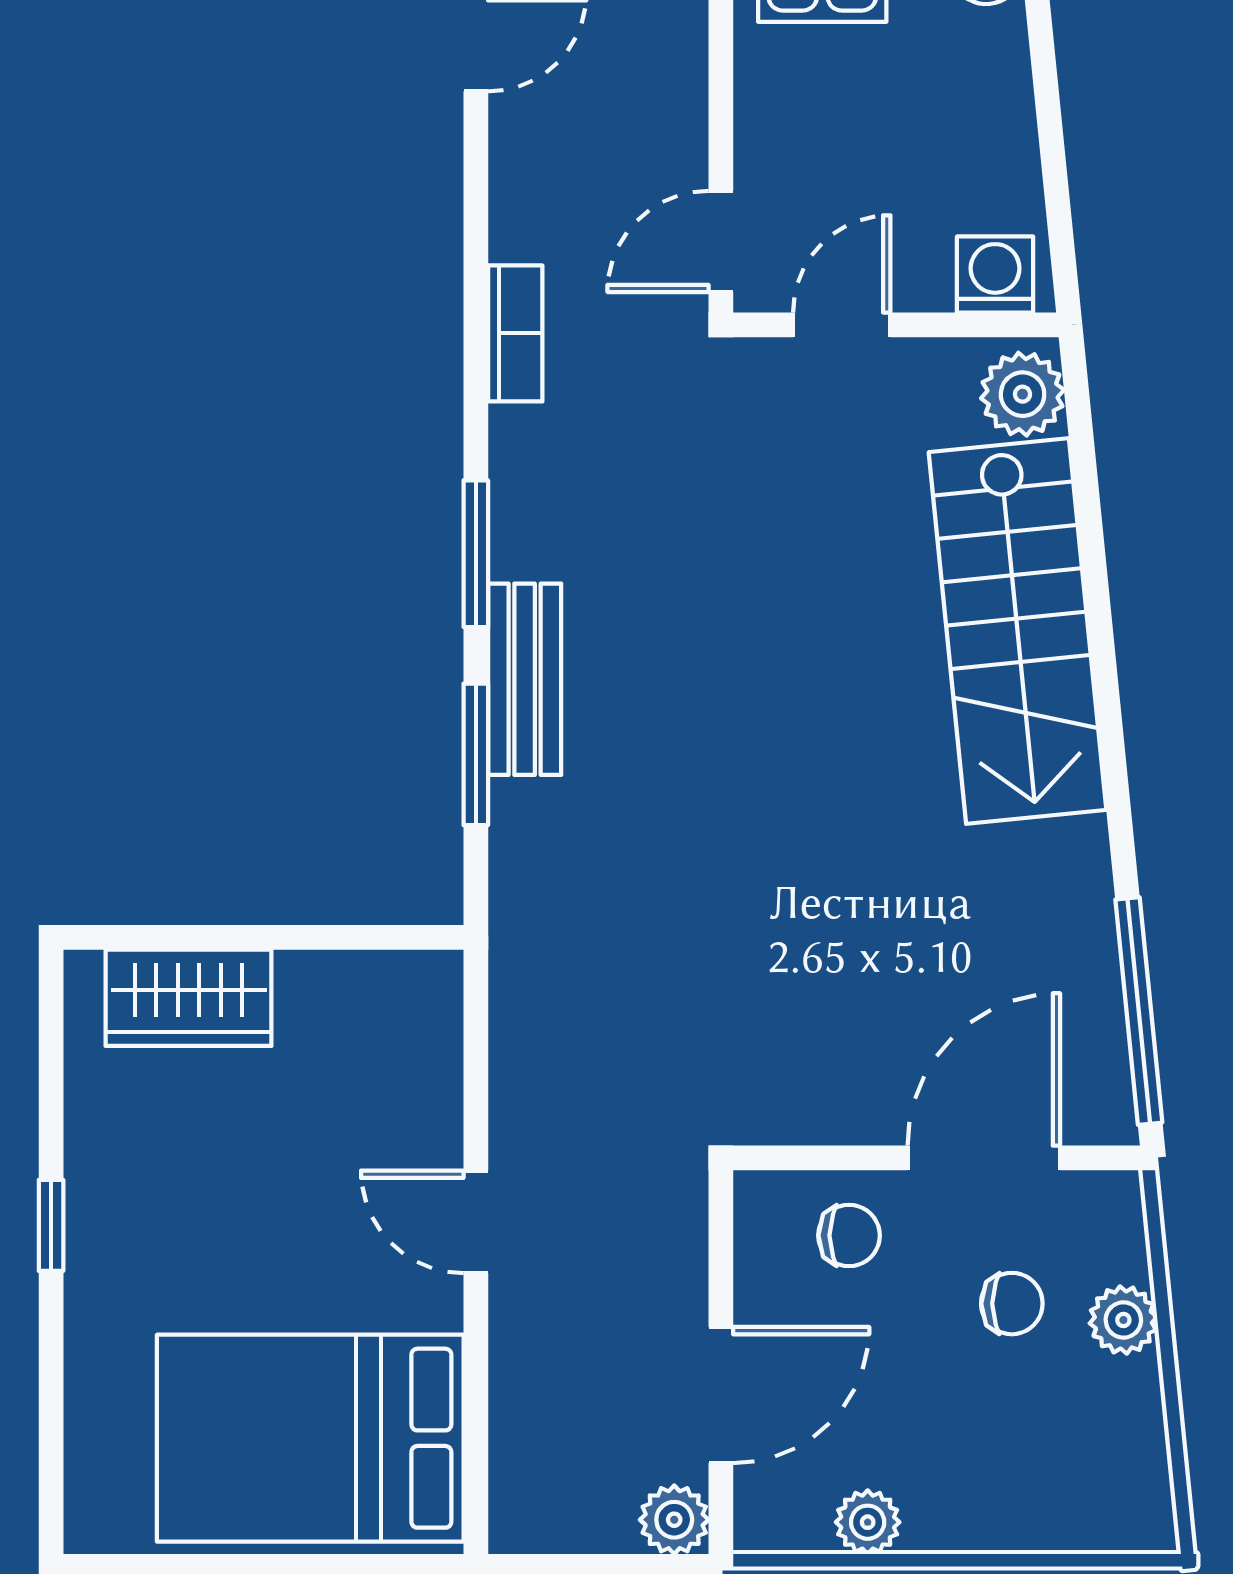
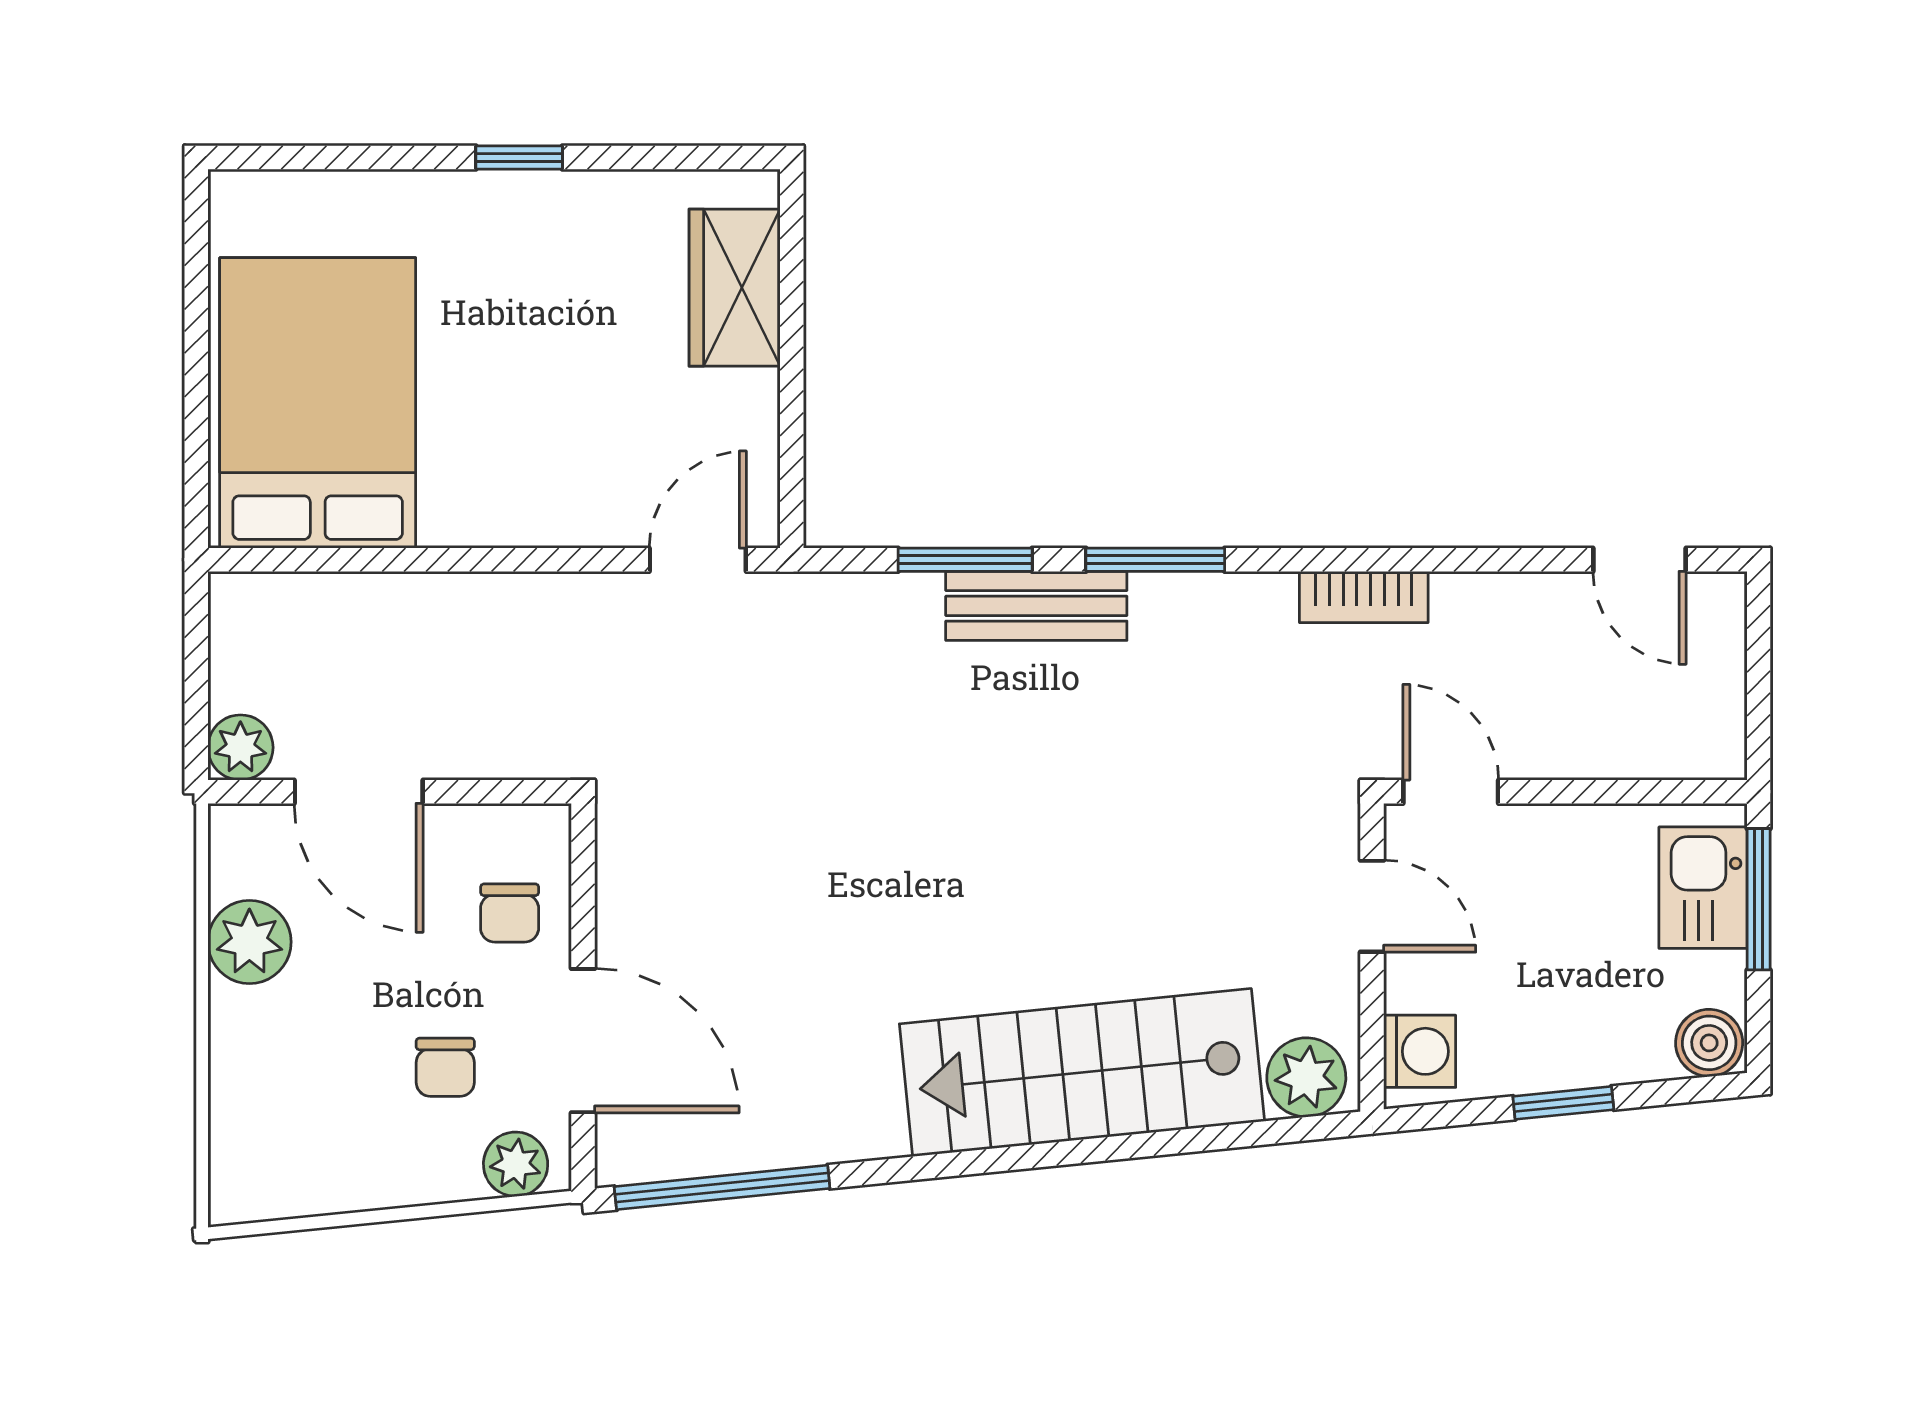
window: (1050, 123) -> (1563, 1103), added
door: (476, 1222) -> (698, 560), moved
plant: (1123, 1320) -> (516, 1164), moved
plant: (868, 1522) -> (249, 942), width x1.38, depth x1.38

